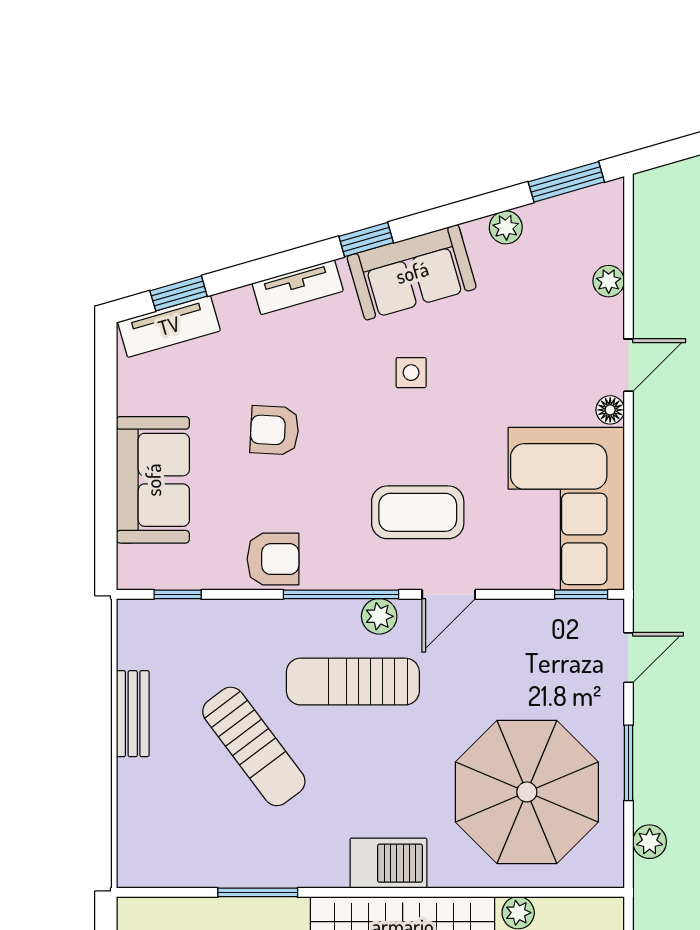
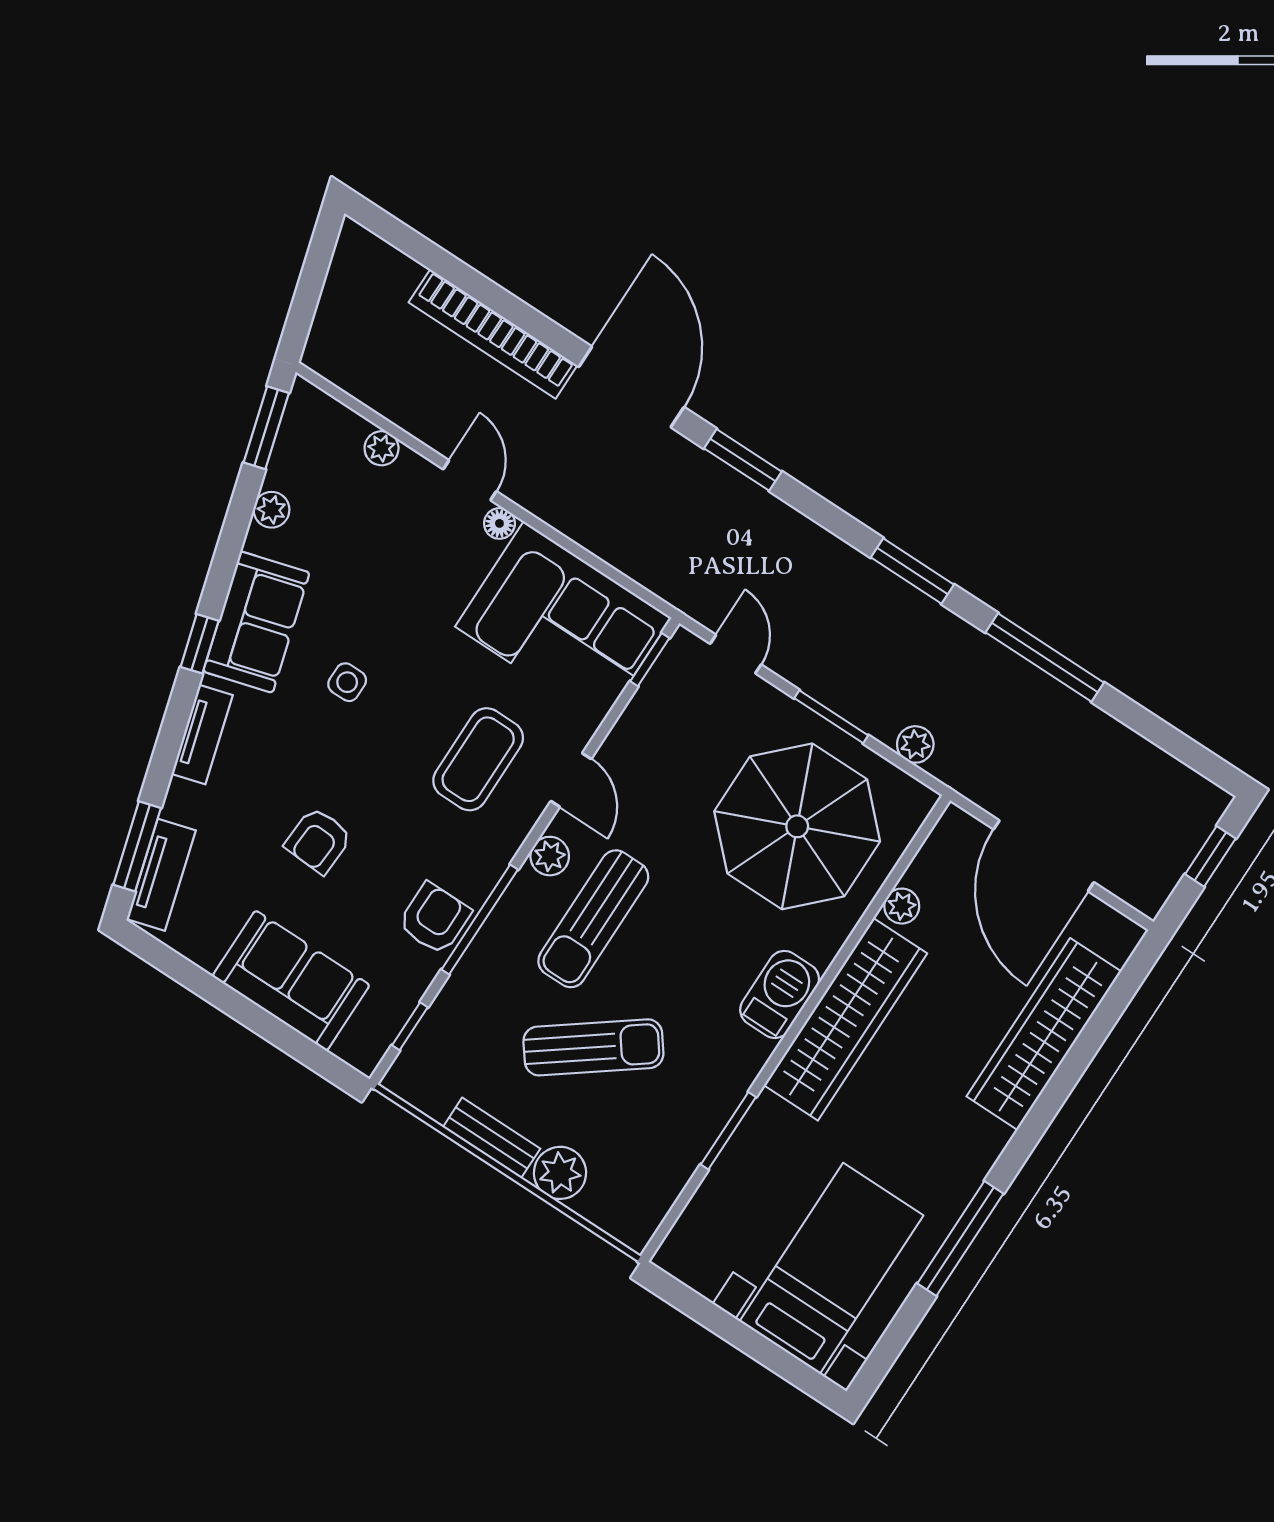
window: (179, 293) -> (137, 846), width x1.50
window: (341, 594) -> (480, 920), moved
plant: (140, 784) -> (560, 1173), added

